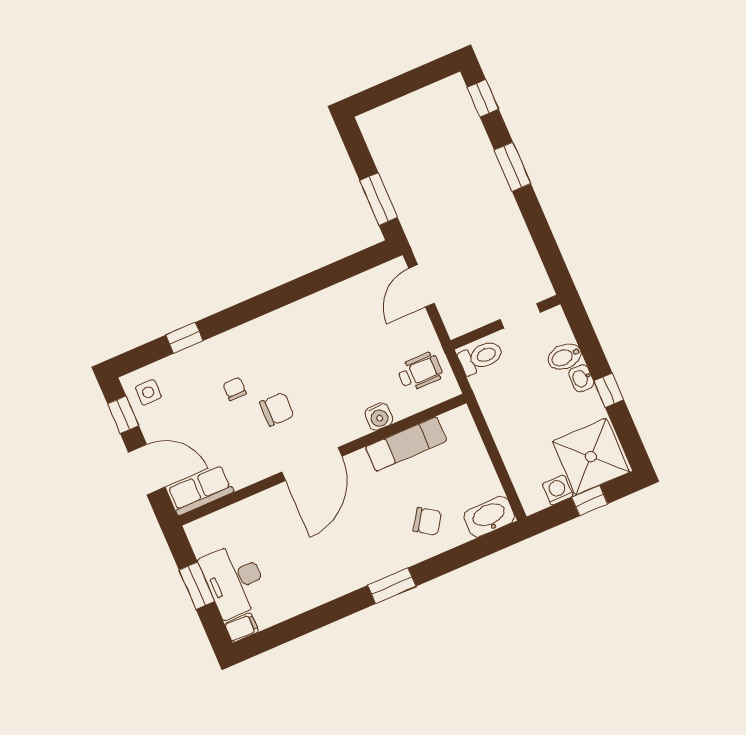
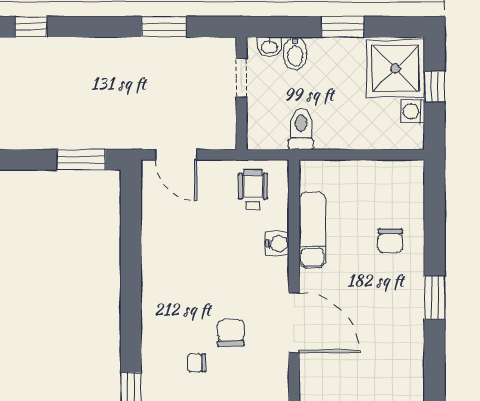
window: (512, 167) -> (164, 27), moved
toilet: (481, 357) -> (301, 129), moved
washbasin: (581, 378) -> (269, 47), moved
window: (609, 390) -> (343, 27), width x1.50
washbasin: (489, 517) -> (410, 183), removed
chair: (427, 521) -> (390, 241), turned 146

